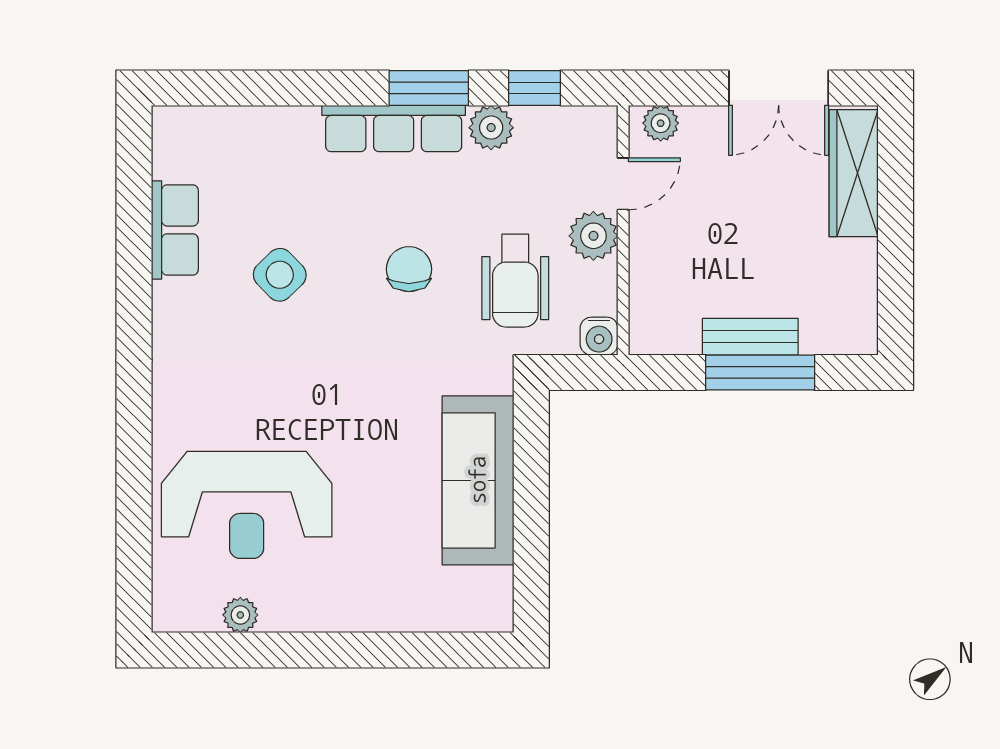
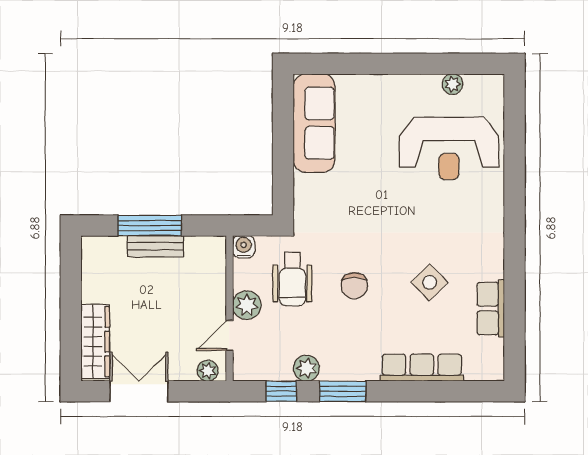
row of seats: (394, 128) -> (422, 368), moved
wheelchair: (515, 281) -> (292, 279), turned 180
sofa: (478, 480) -> (314, 123), moved
reception desk: (247, 505) -> (449, 148), turned 180

